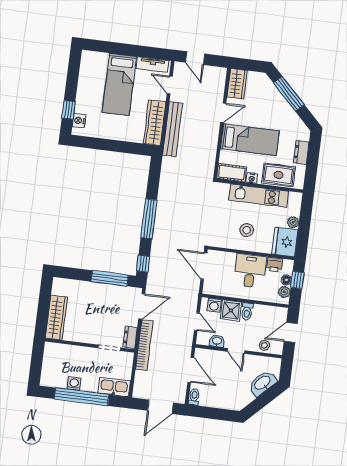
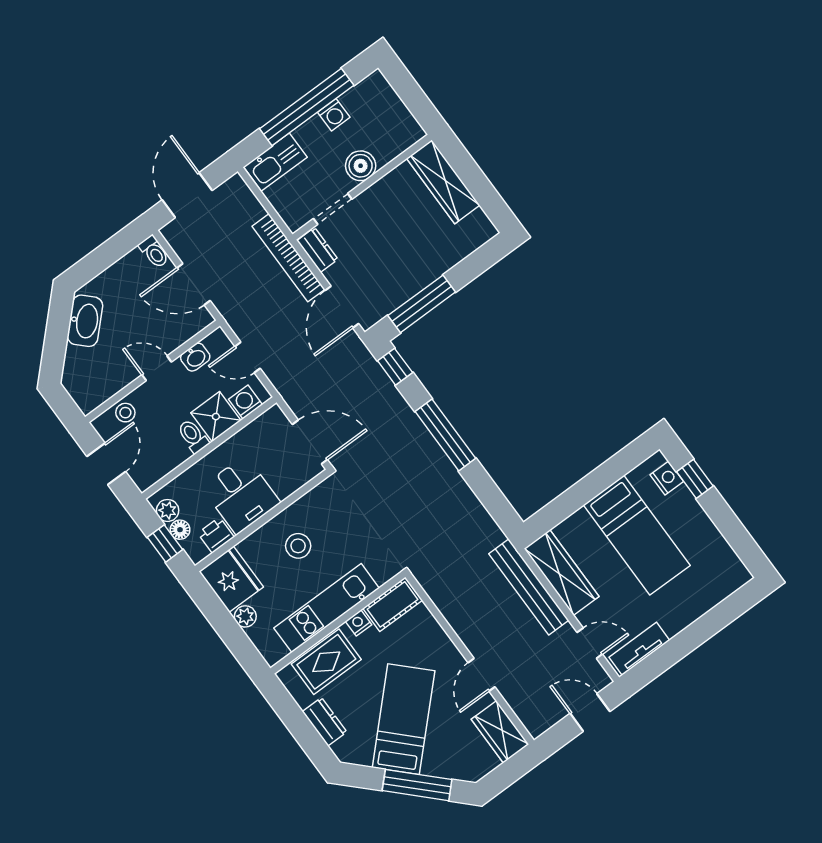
bed: (119, 84) -> (637, 535), moved, turned 180
bed: (250, 140) -> (404, 719), moved, turned 135
boiler: (82, 354) -> (361, 166), added
washbasin: (263, 383) -> (85, 321), moved

